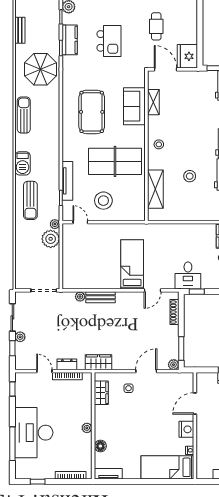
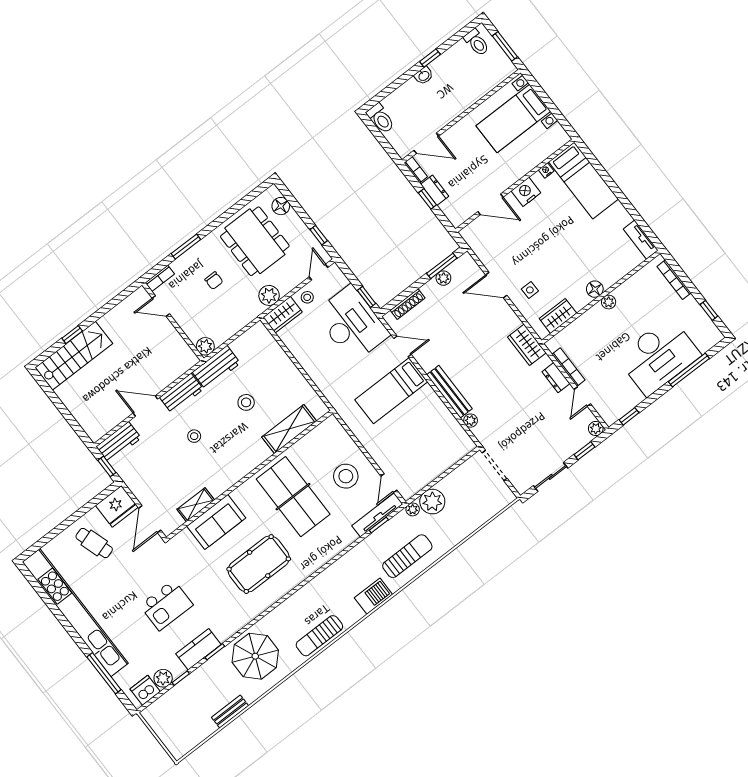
cafe table: (156, 26) -> (94, 543), moved, turned 72
kitchen island: (109, 41) -> (166, 605), turned 180
stool: (159, 144) -> (194, 436), moved
tv unit: (67, 181) -> (377, 515), moved
desk: (188, 275) -> (352, 324), width x1.87, depth x1.30
bench: (101, 297) -> (449, 392), width x1.36
plant: (20, 337) -> (596, 429), moved
plant: (174, 365) -> (443, 278), moved
floor lamp: (100, 446) -> (595, 289), moved

